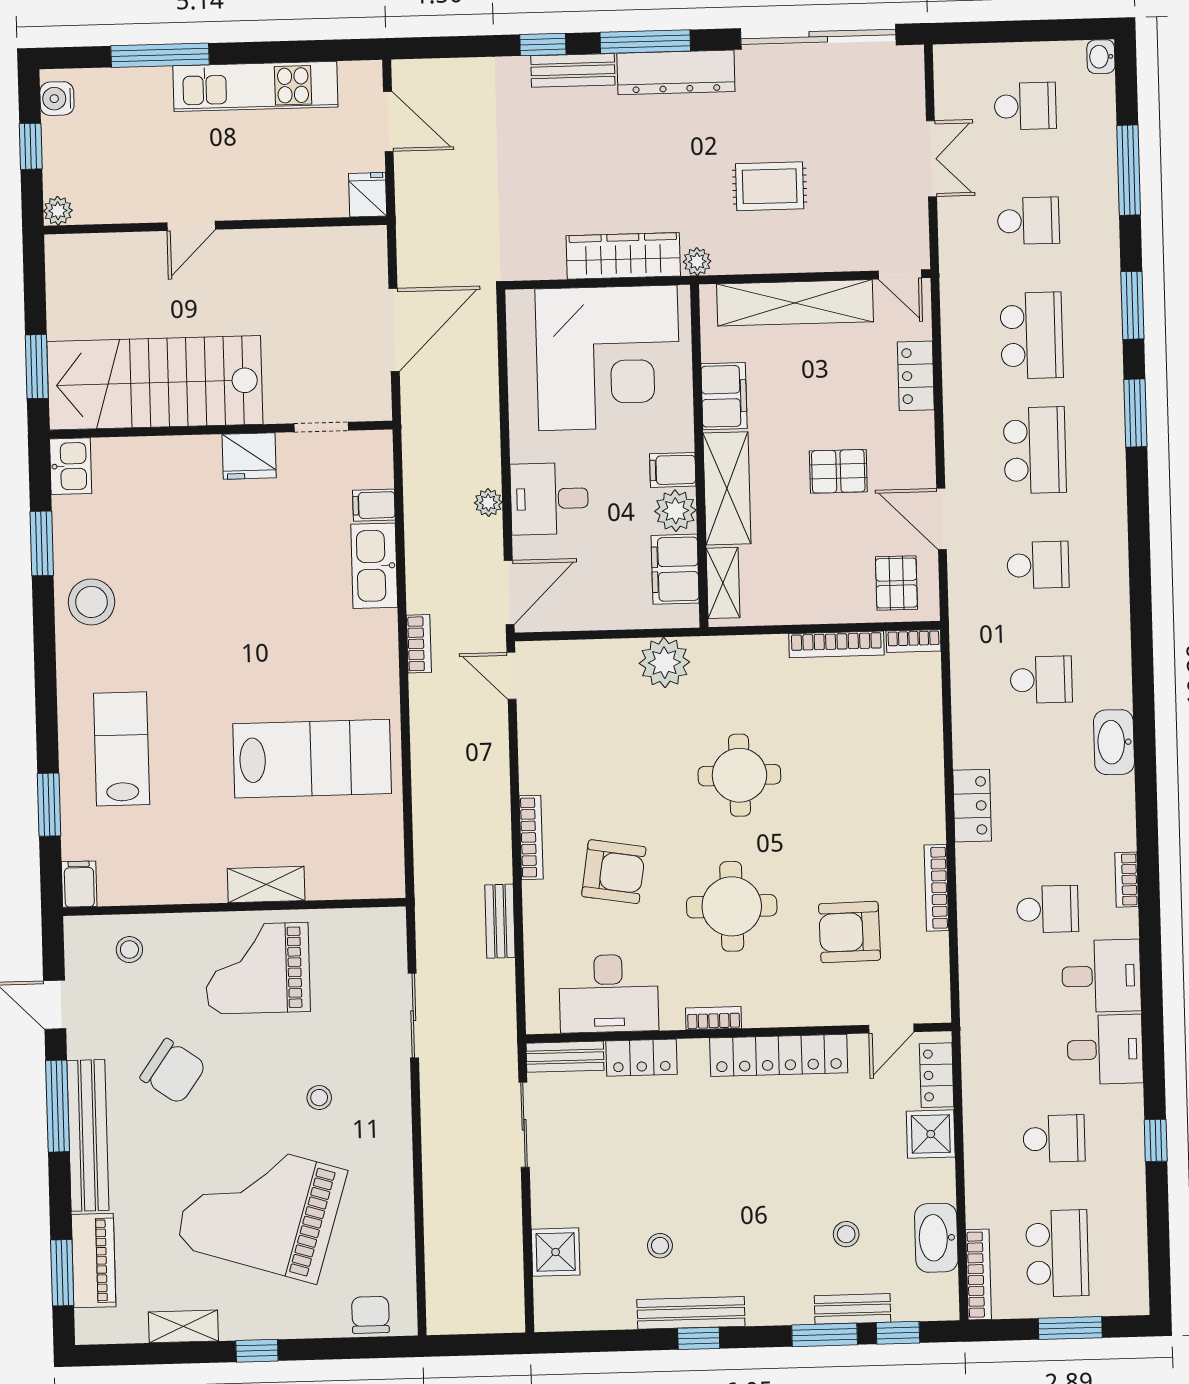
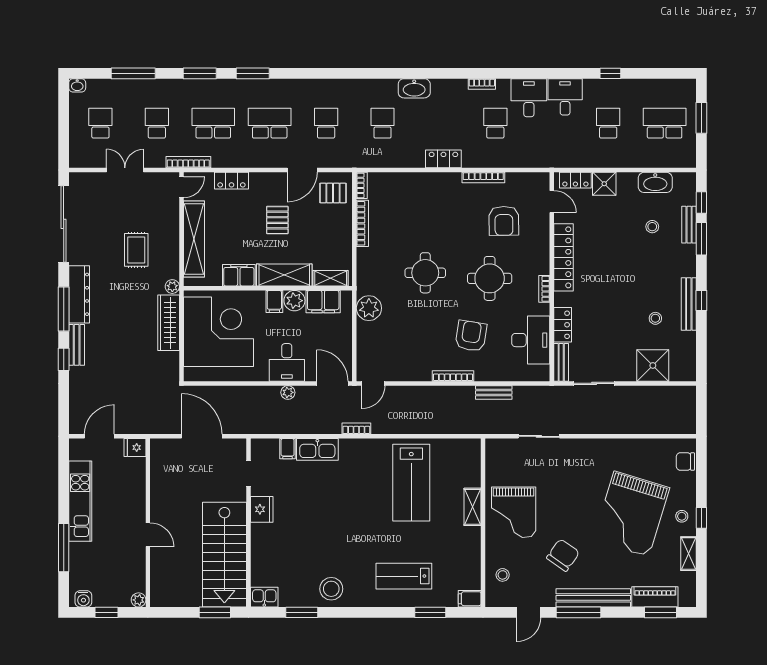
lab bench: (312, 759) -> (411, 483), turned 180
stool: (319, 1098) -> (682, 516), moved
shower: (556, 1252) -> (653, 365), width x1.36, depth x1.36
bookcase: (979, 1275) -> (188, 162), moved

